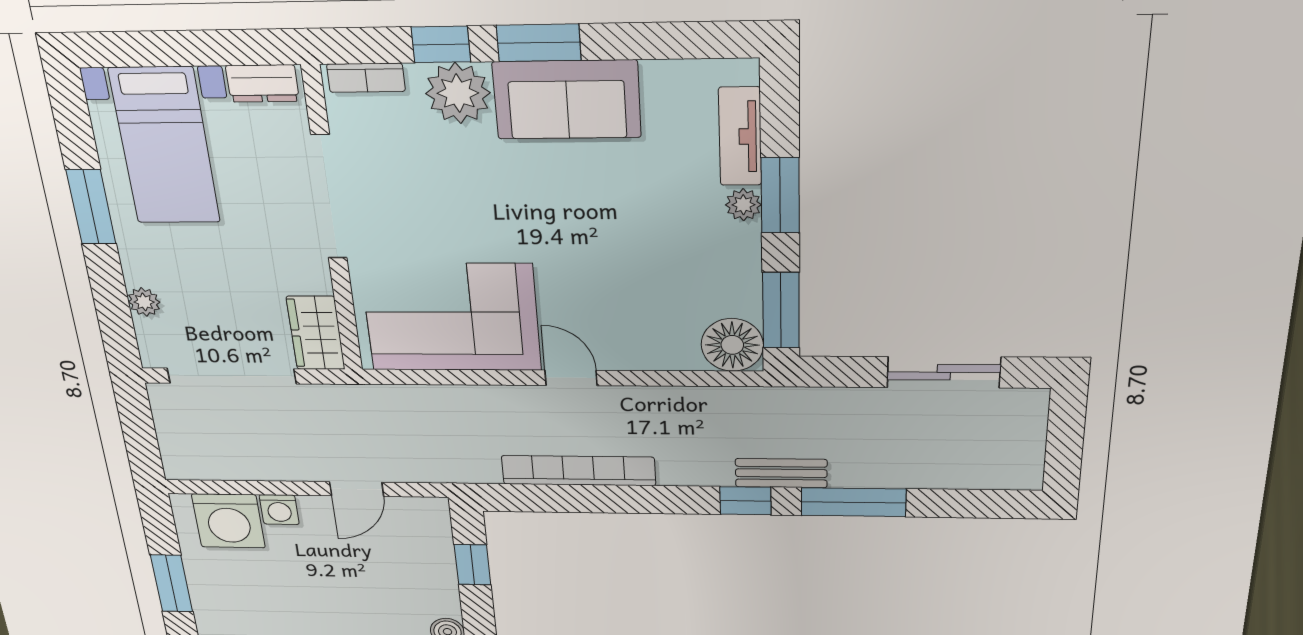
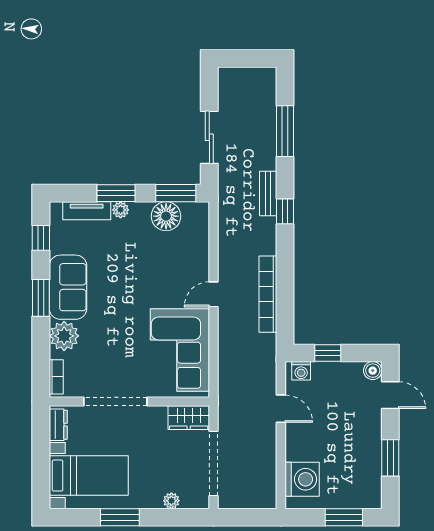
window: (441, 44) -> (41, 238), moved
floor lamp: (732, 345) -> (166, 216), moved
sliding door: (944, 372) -> (209, 137), moved
window: (854, 502) -> (285, 131), moved
washing machine: (279, 510) -> (301, 371), moved, turned 90

